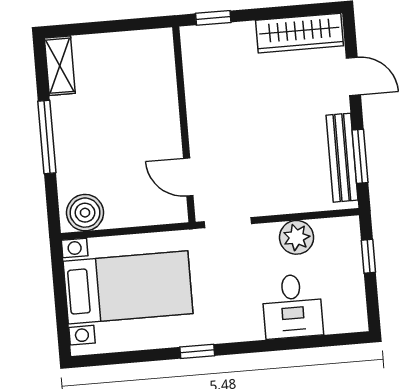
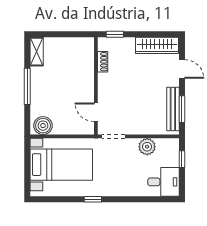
shoe rack: (193, 75) -> (103, 62), added
desk: (292, 306) -> (163, 182), moved, turned -90

